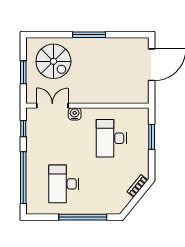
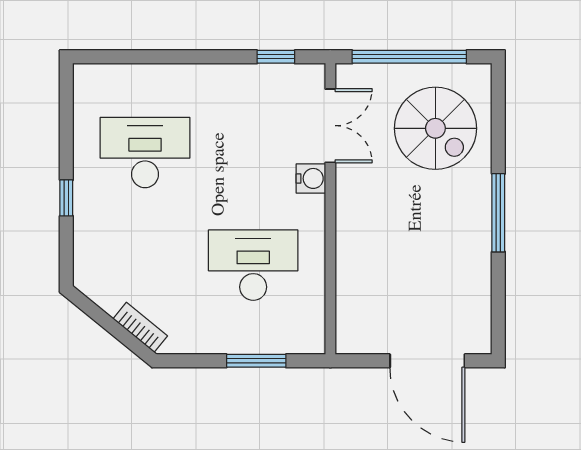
spiral stairs: (53, 61) -> (435, 128), turned -90
window: (23, 72) -> (409, 57), width x2.11
window: (23, 178) -> (160, 57), removed
window: (83, 217) -> (66, 198), width x0.32

